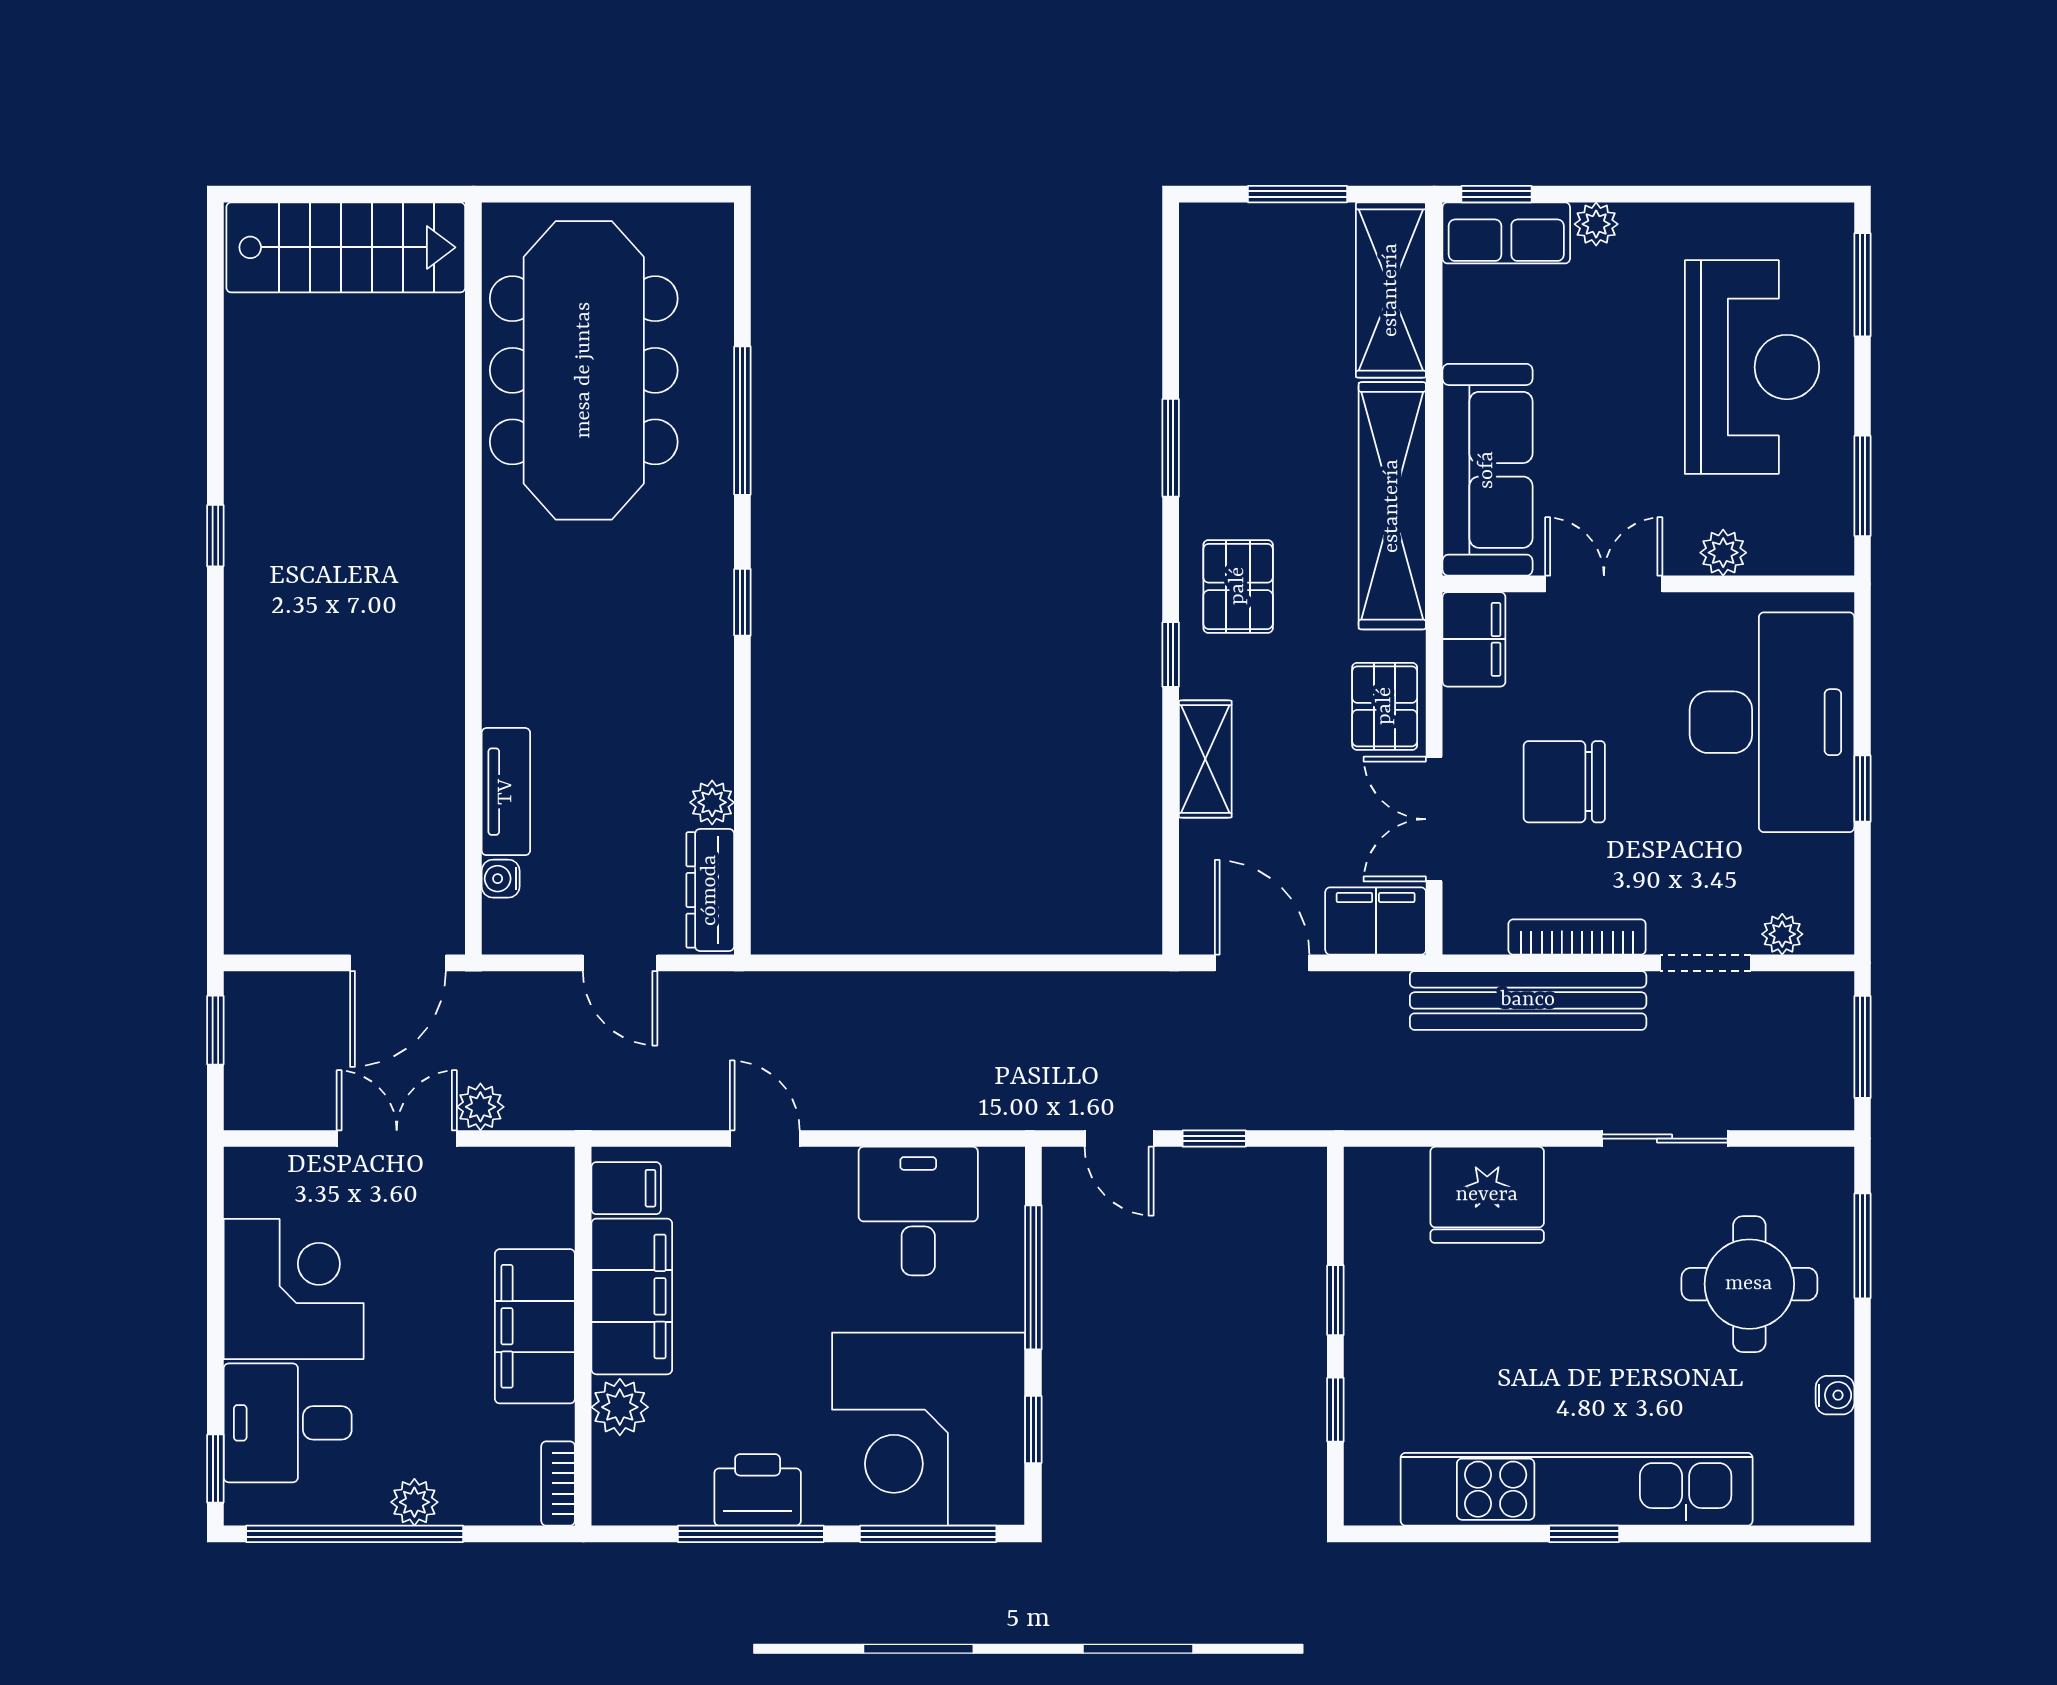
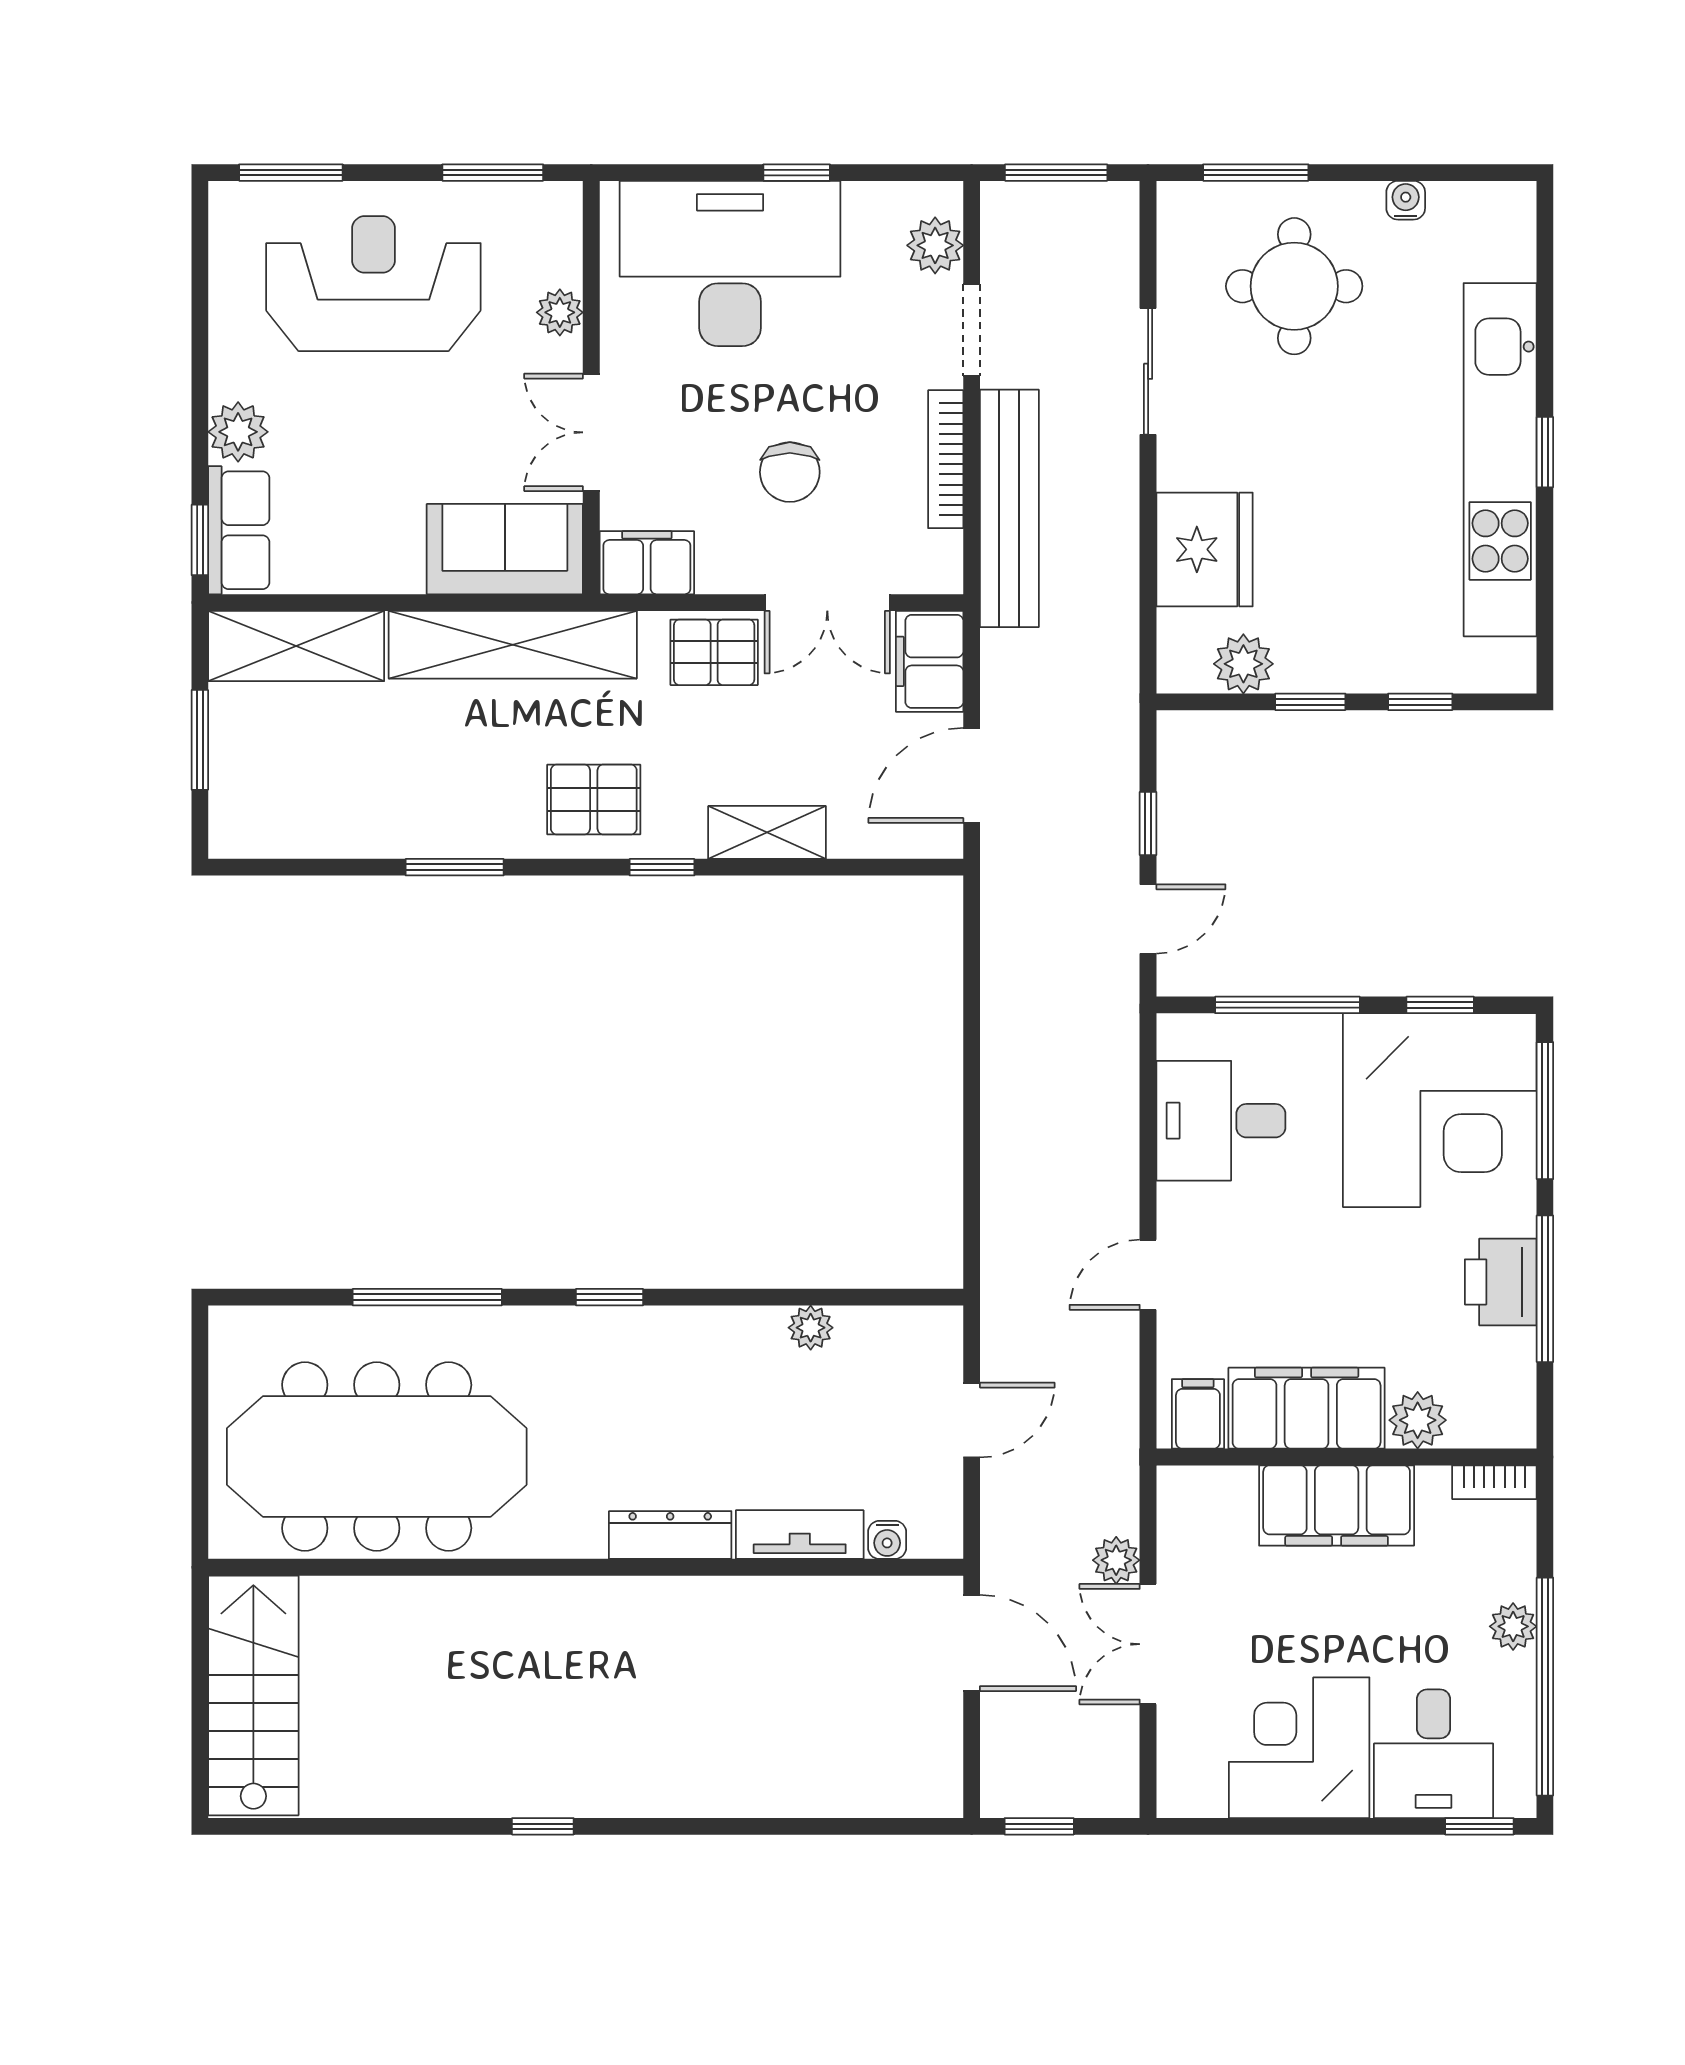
plant: (1596, 224) -> (238, 432), width x1.38, depth x1.38
sofa: (1487, 470) -> (505, 549), width x0.73
chair: (1564, 782) -> (790, 472), width x0.73, depth x0.73
dresser: (710, 890) -> (670, 1535), moved, turned 180
plant: (1782, 934) -> (935, 245), width x1.38, depth x1.38
plant: (1373, 1233) -> (1243, 664), added

